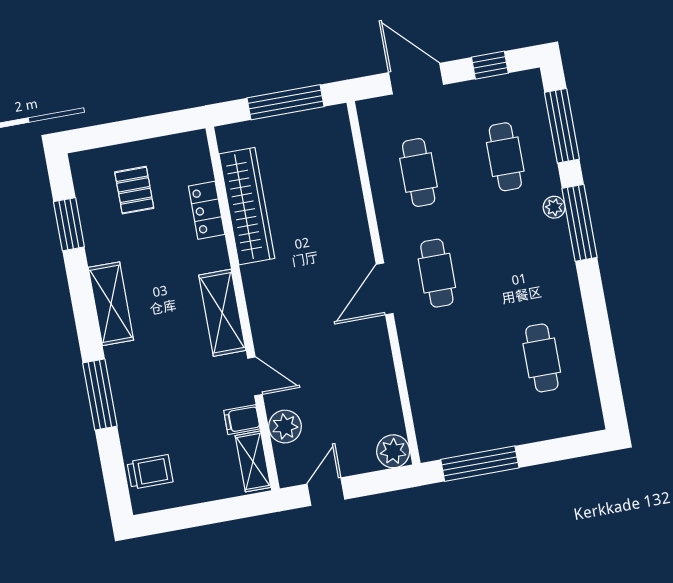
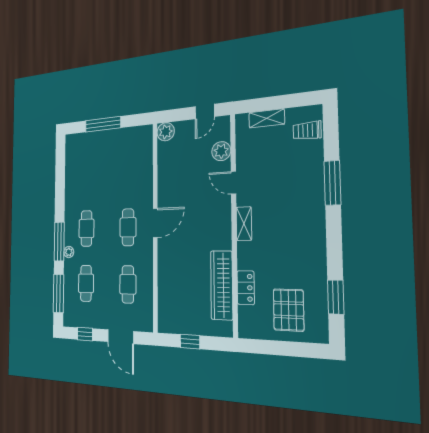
window: (286, 102) -> (190, 342), width x0.46
pallet: (134, 190) -> (289, 310), width x1.50, depth x1.42
shelving: (111, 304) -> (315, 240), removed
shelving: (222, 313) -> (244, 224), width x0.67, depth x0.75
cafe table: (542, 358) -> (86, 228), moved
filing cabinet: (242, 420) -> (245, 158), removed
shelving: (253, 461) -> (267, 118), moved, turned 90
window: (480, 464) -> (103, 124), moved

